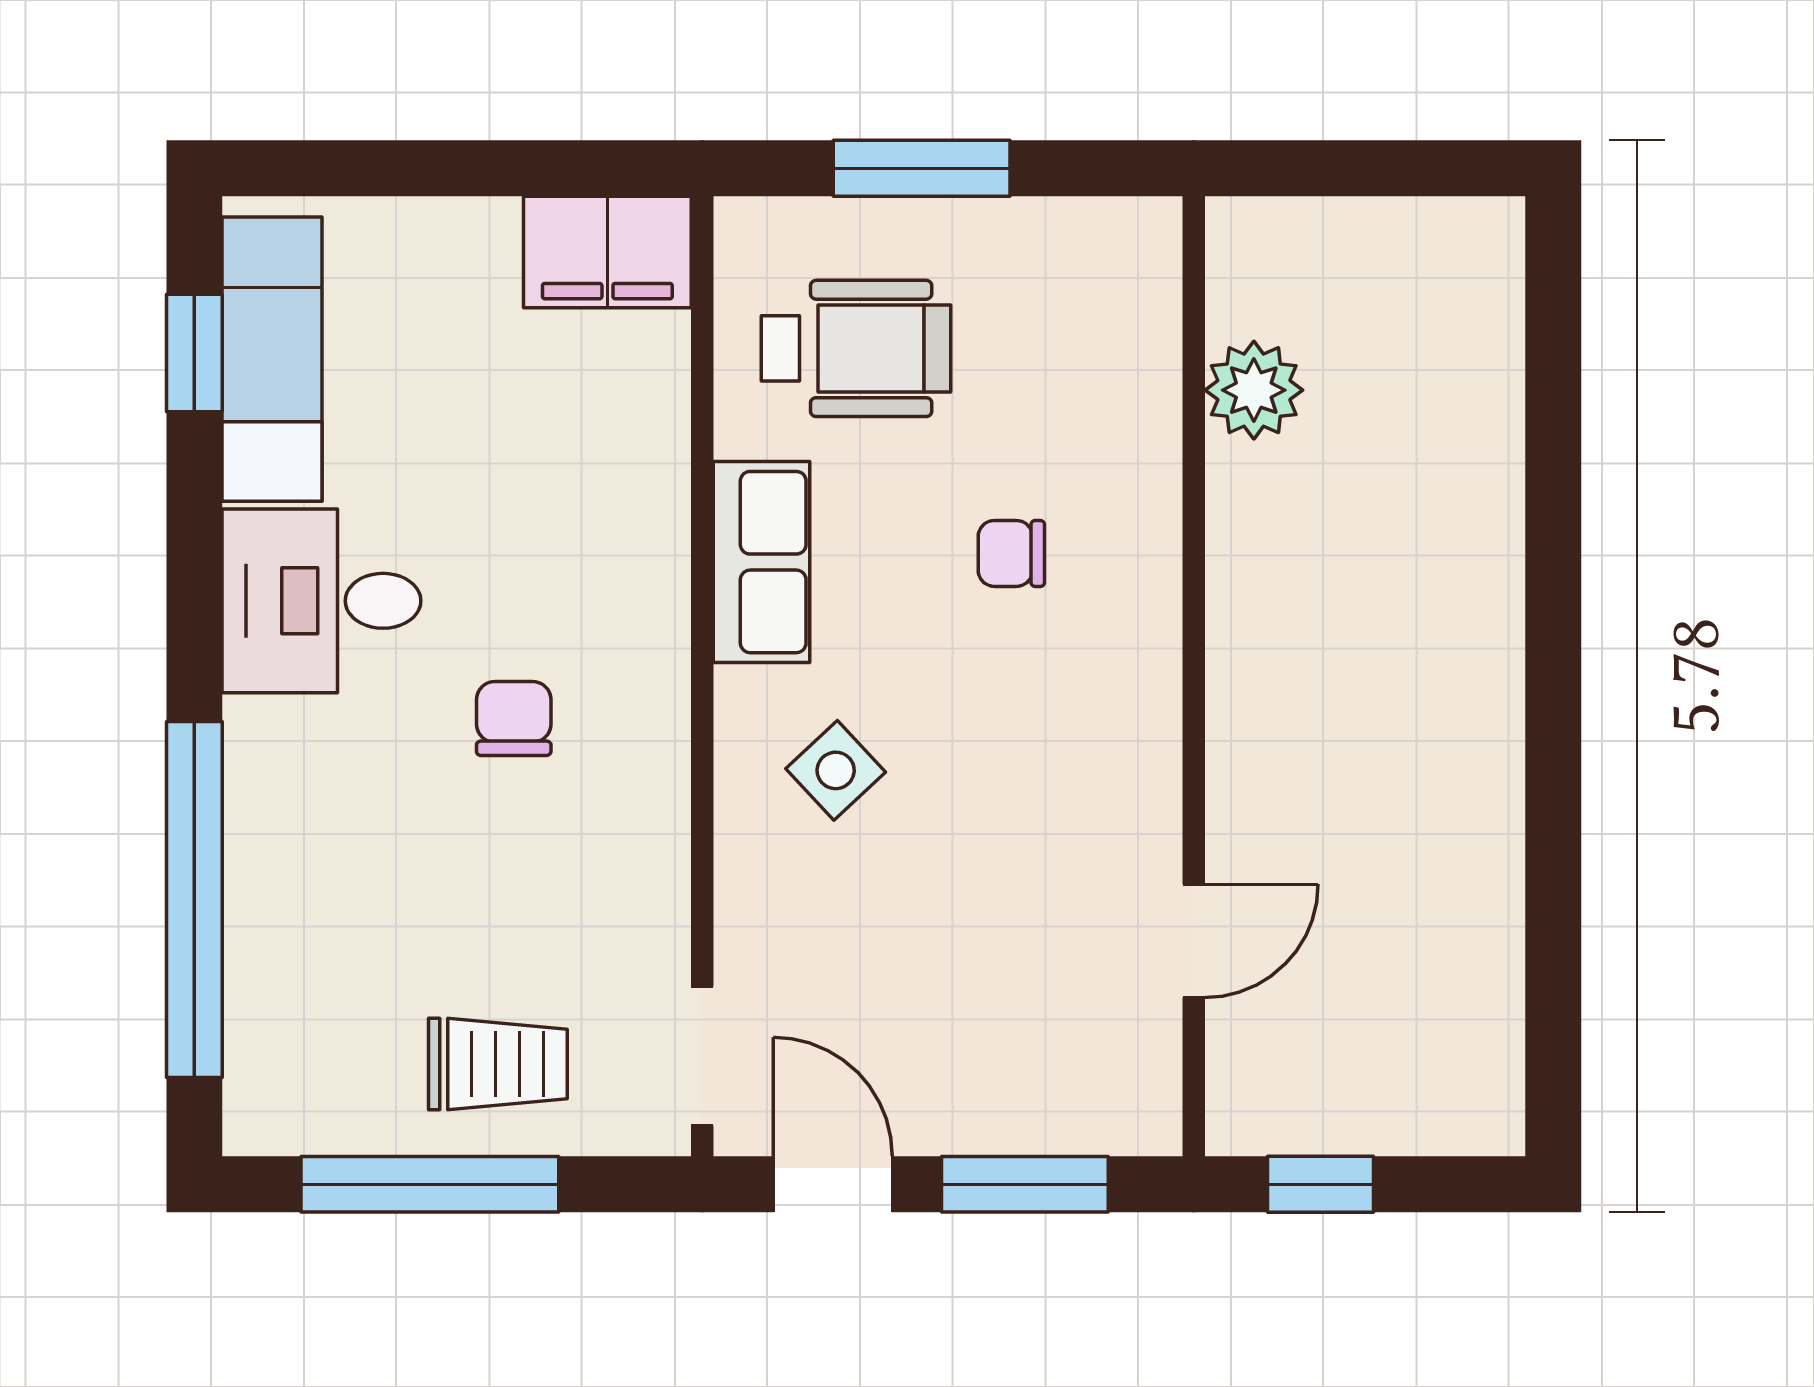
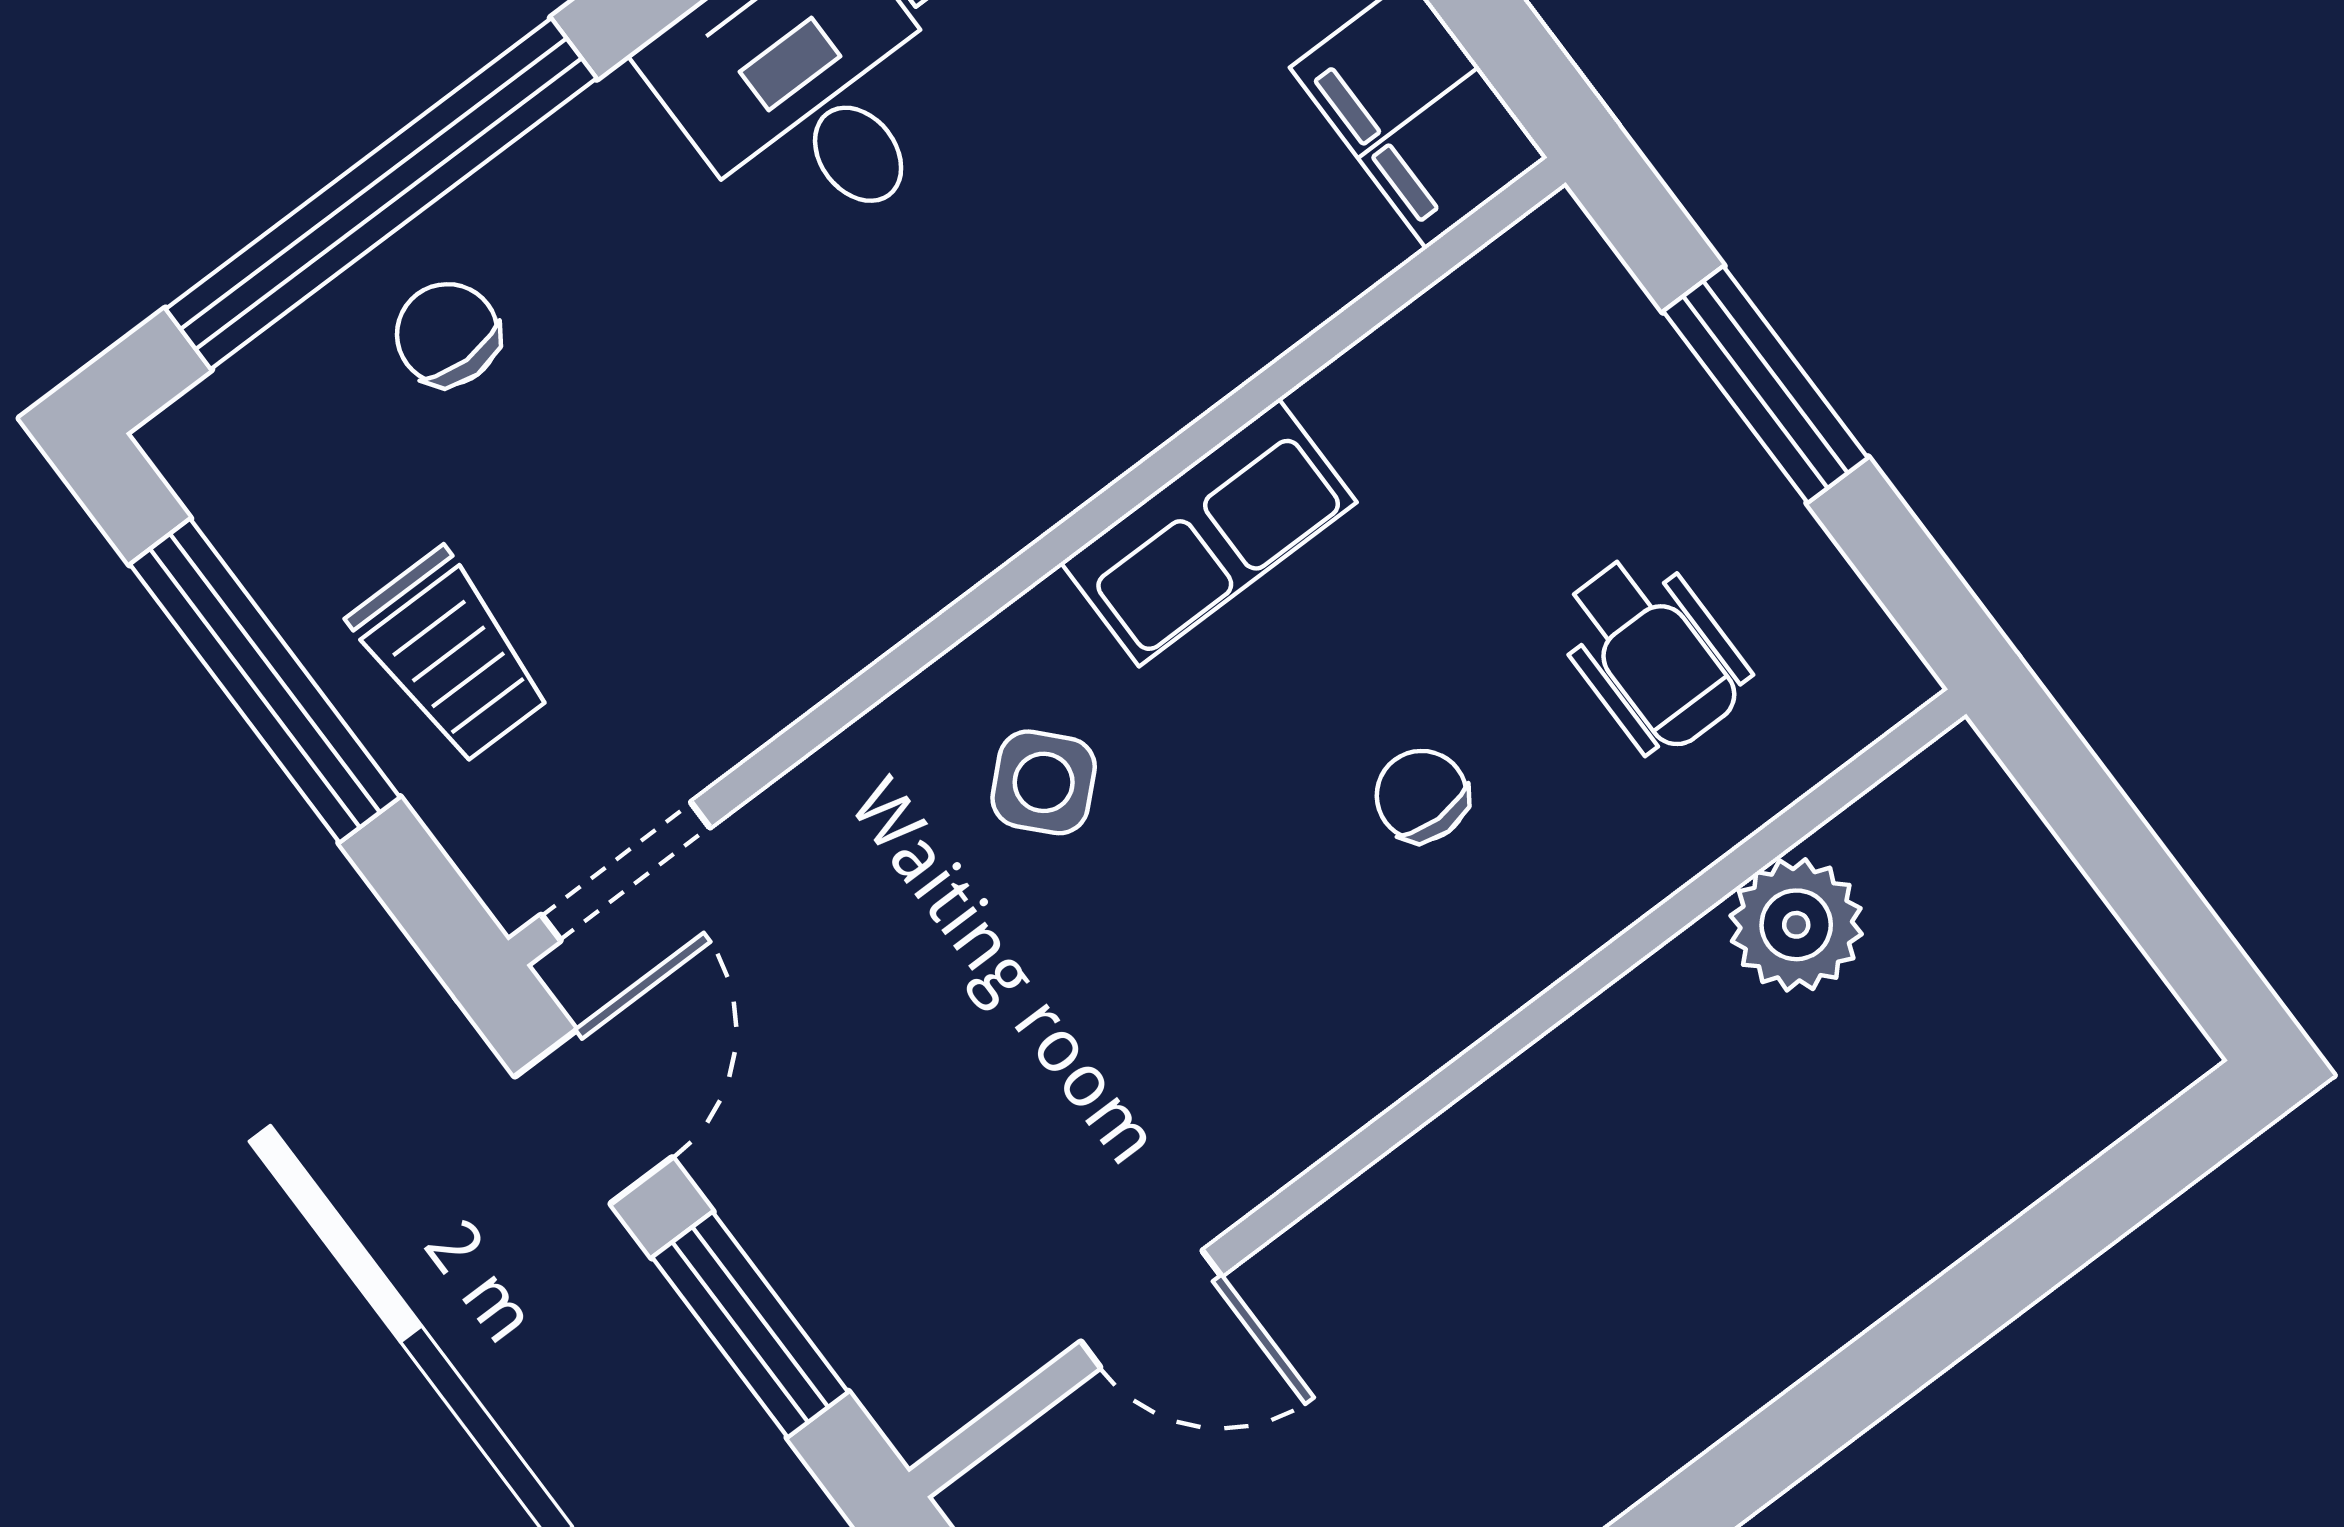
wheelchair: (856, 348) -> (1652, 653), moved, width x0.73, depth x0.73
chair: (514, 719) -> (447, 334), moved, turned -90

